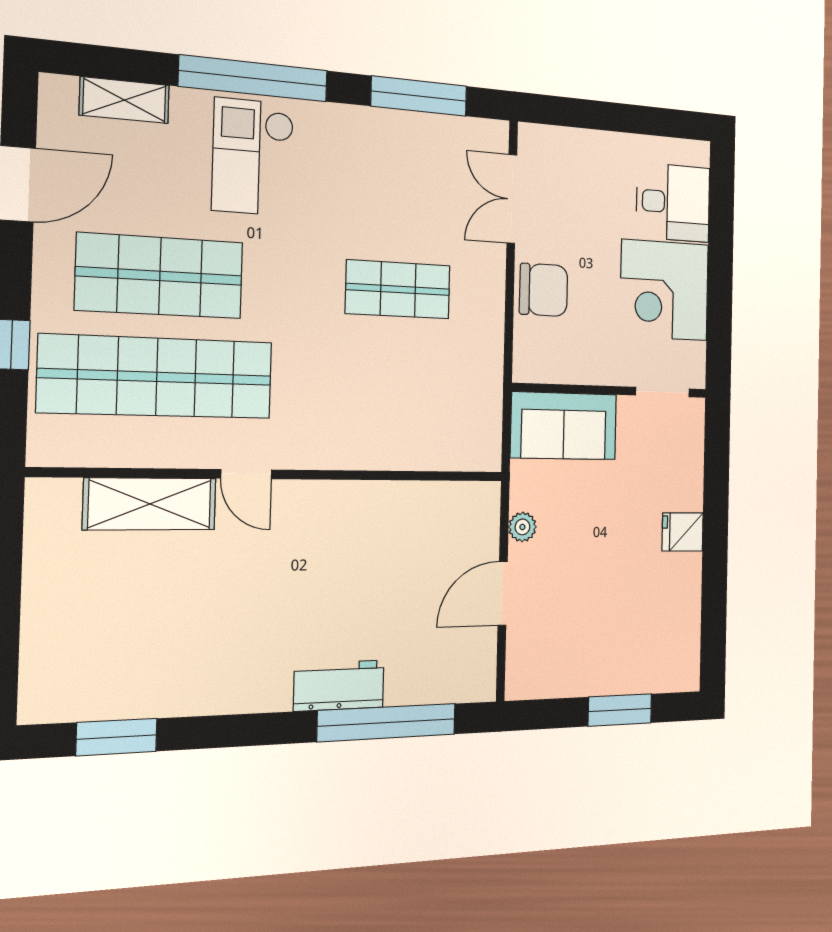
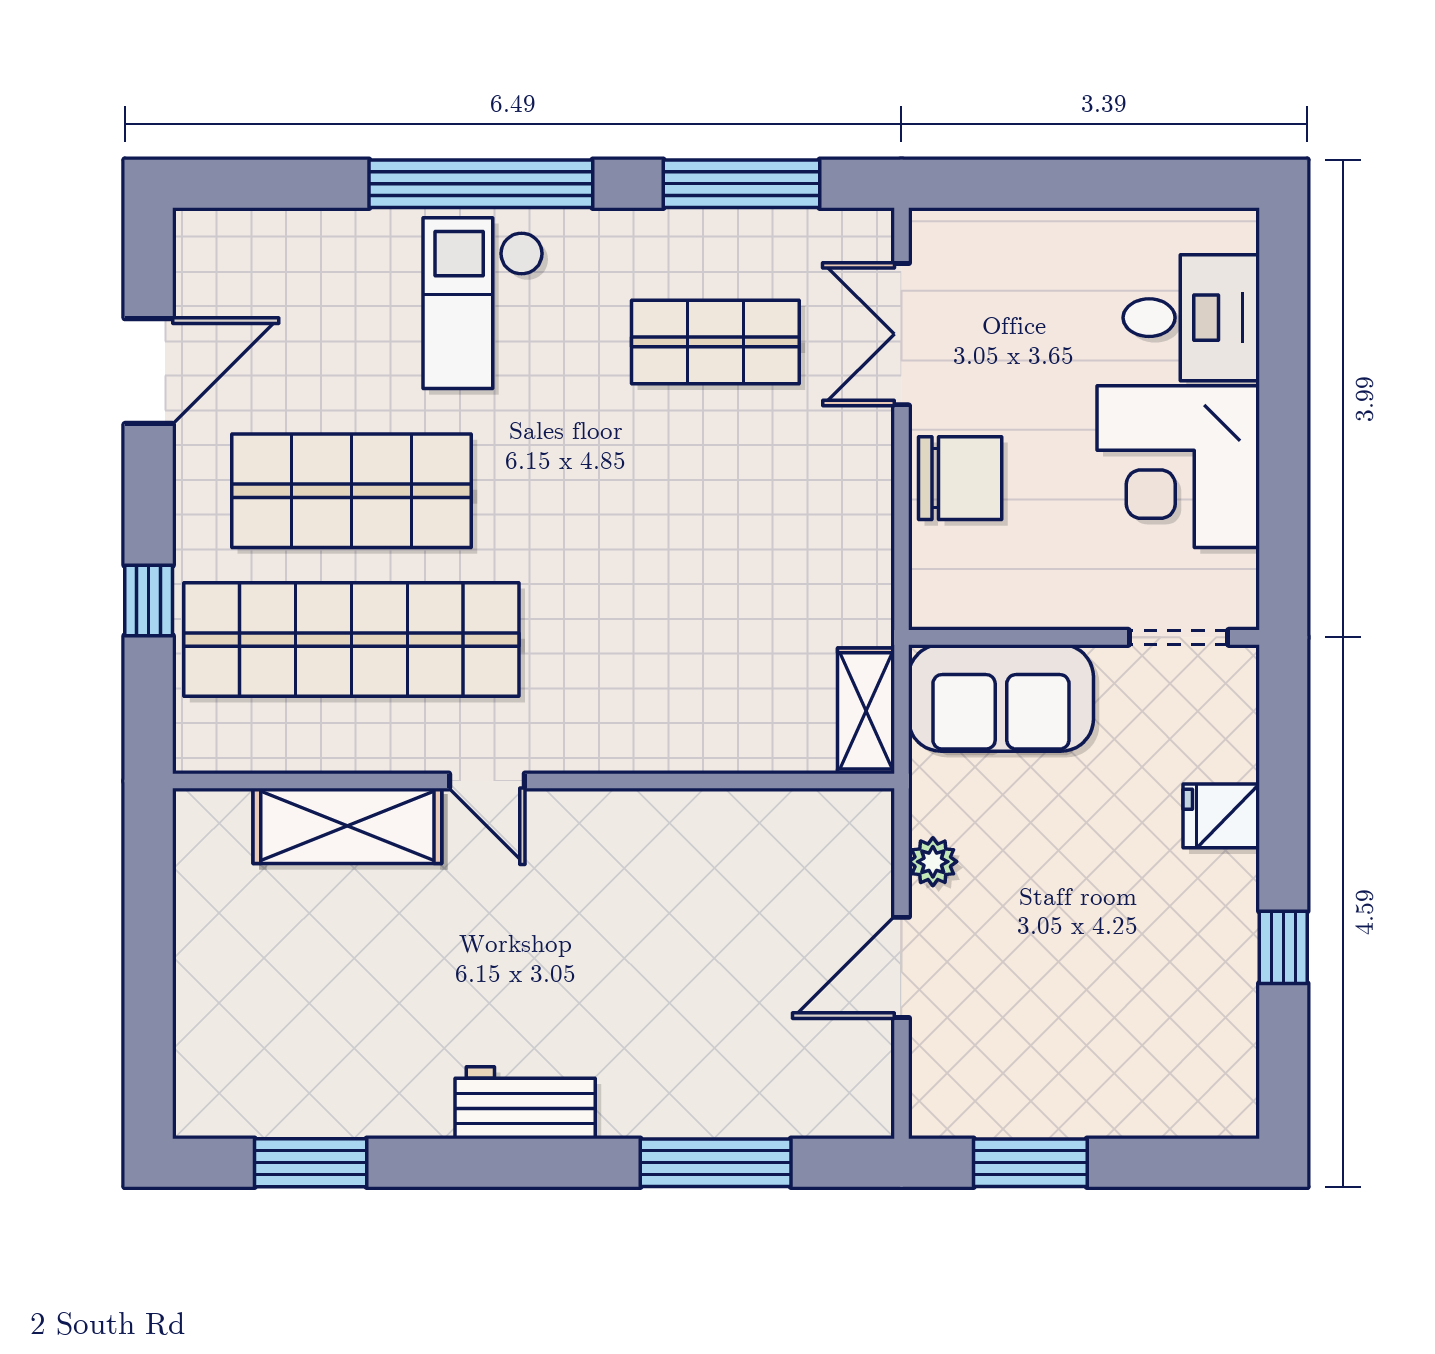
shelving: (124, 100) -> (866, 711), moved, turned 90
shop shelf: (398, 289) -> (715, 342), moved
fridge: (683, 532) -> (1221, 816), moved
window: (715, 577) -> (1283, 947), added
workbench: (339, 686) -> (525, 1103), moved
window: (620, 710) -> (1030, 1163), moved
window: (387, 723) -> (716, 1163), width x0.68

